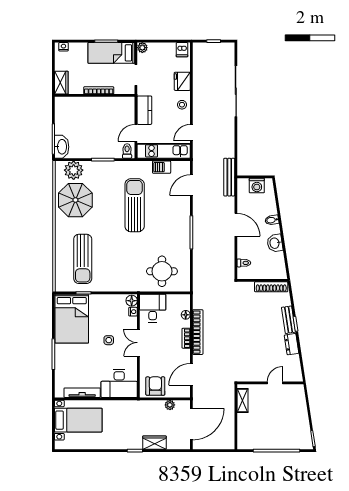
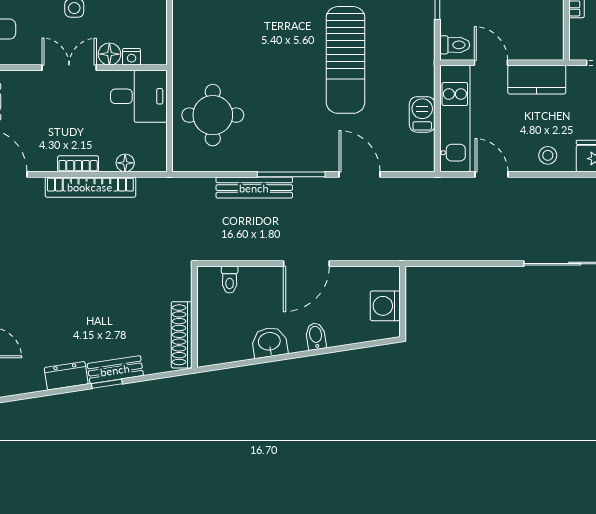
bench: (229, 177) -> (254, 188), moved
door: (191, 185) -> (360, 174), moved
sun lounger: (135, 205) -> (346, 60), turned 90
floor lamp: (132, 301) -> (109, 54), moved

